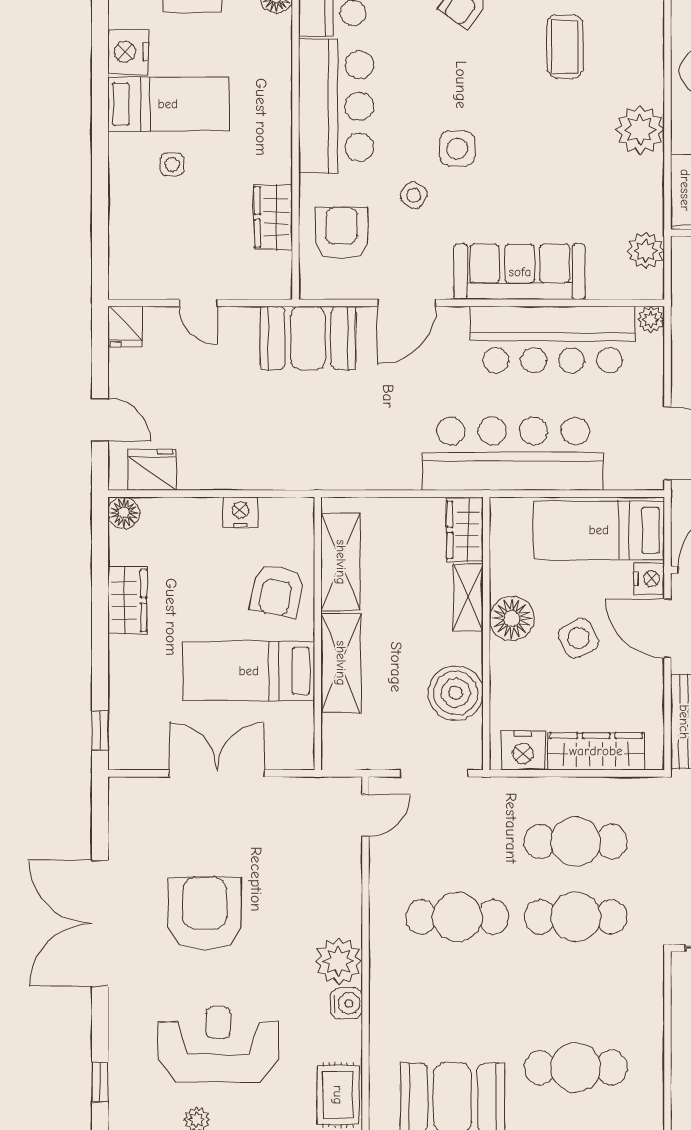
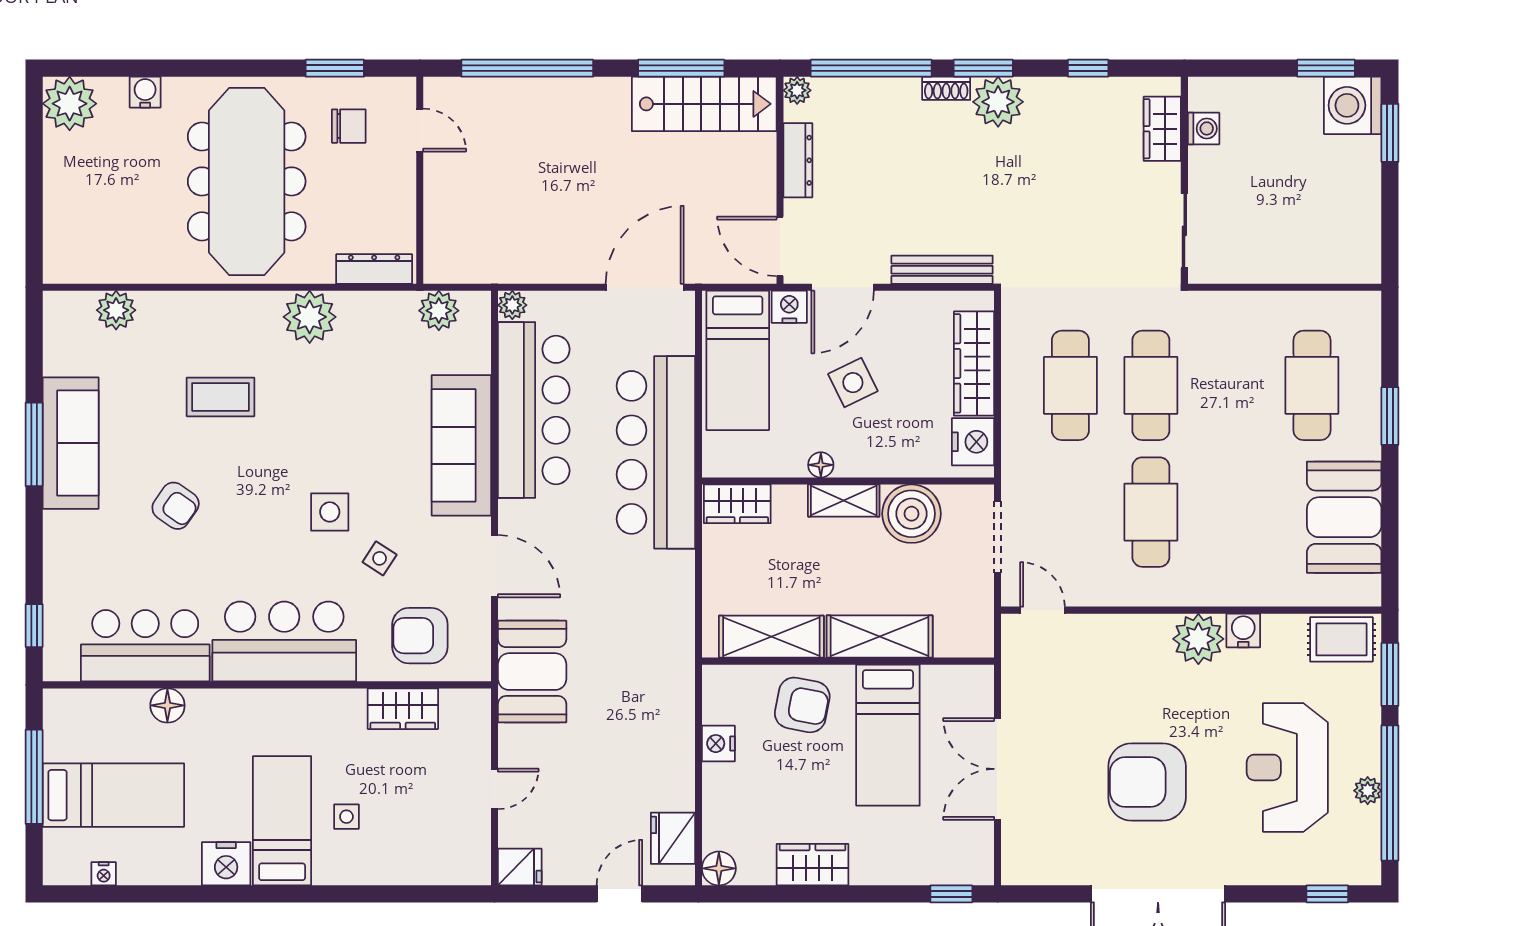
shelving: (468, 597) -> (844, 501), moved
floor lamp: (512, 619) -> (821, 465), width x0.53, depth x0.53

